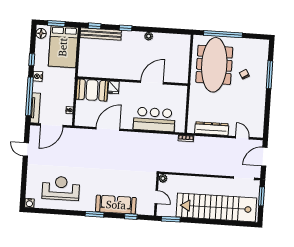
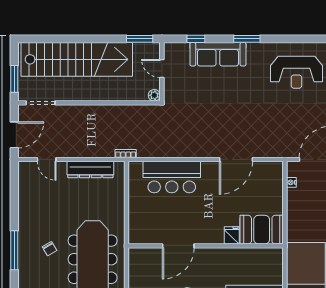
wall: (133, 81) -> (206, 246), moved
door: (152, 82) -> (178, 246), moved
fridge: (114, 87) -> (232, 235), moved
booth: (92, 90) -> (262, 230), moved

